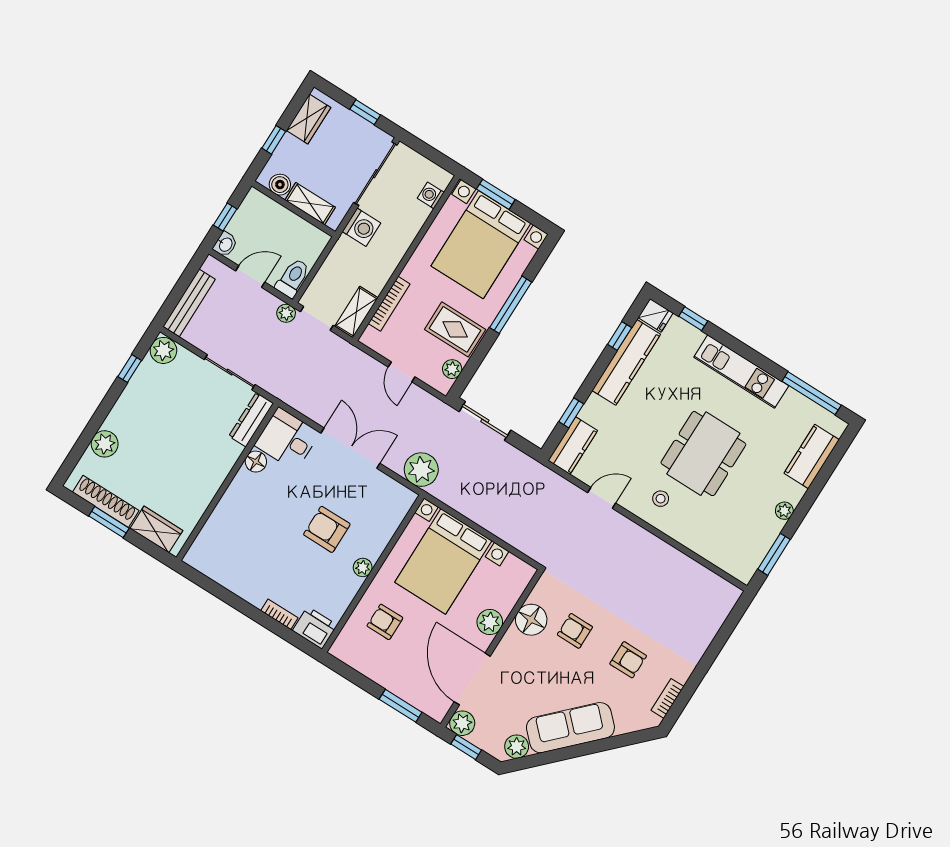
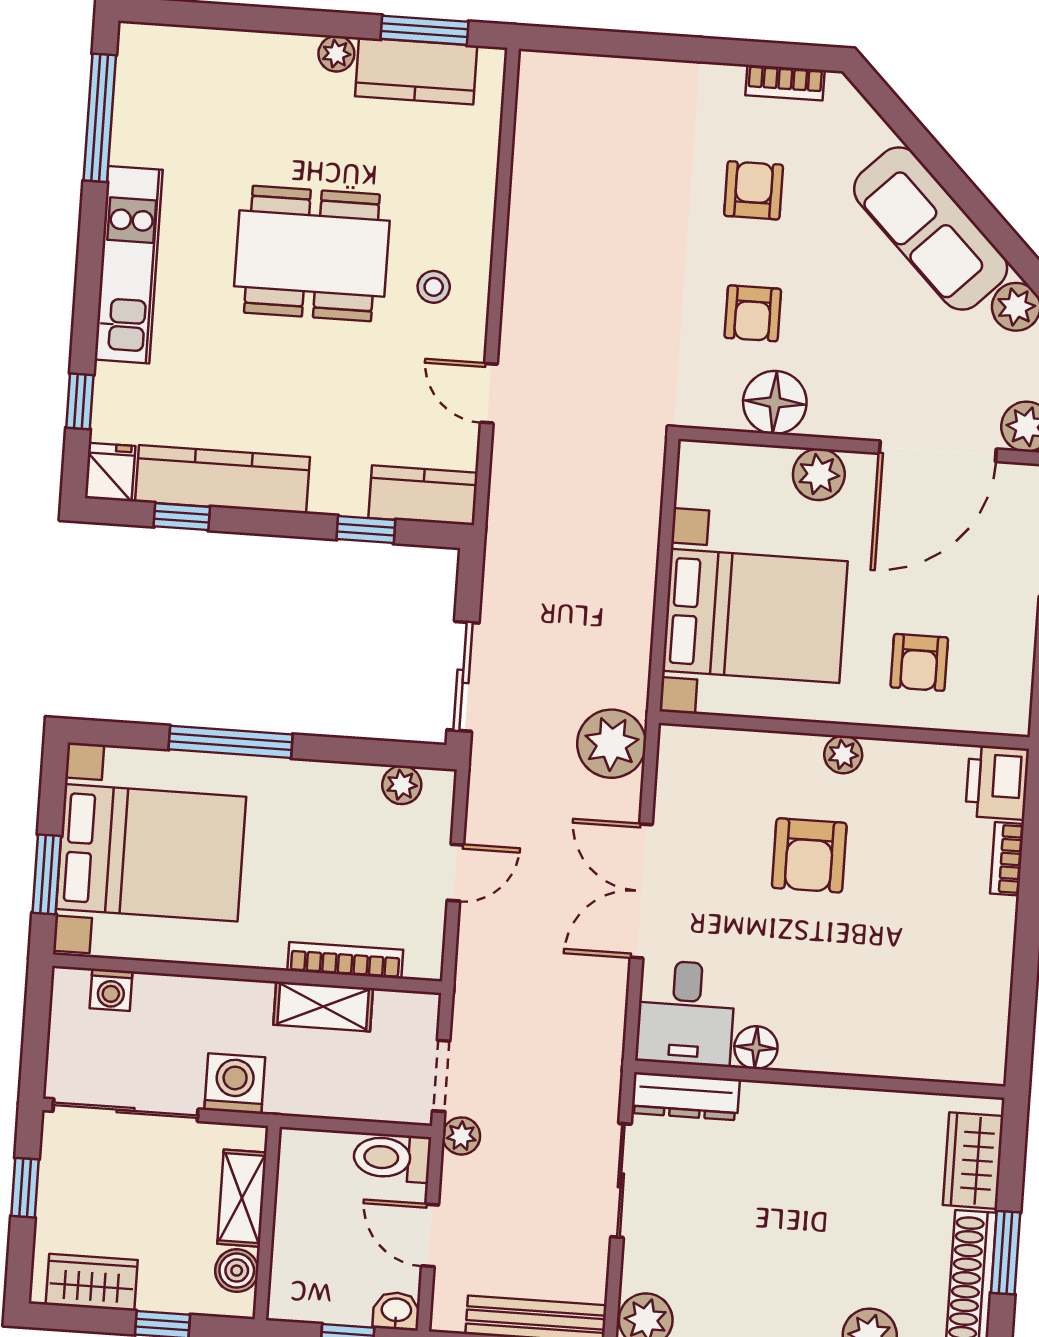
shelving: (356, 312) -> (323, 1006), moved
rug: (455, 329) -> (328, 818), removed
kitchen counter: (812, 456) -> (416, 71), moved

